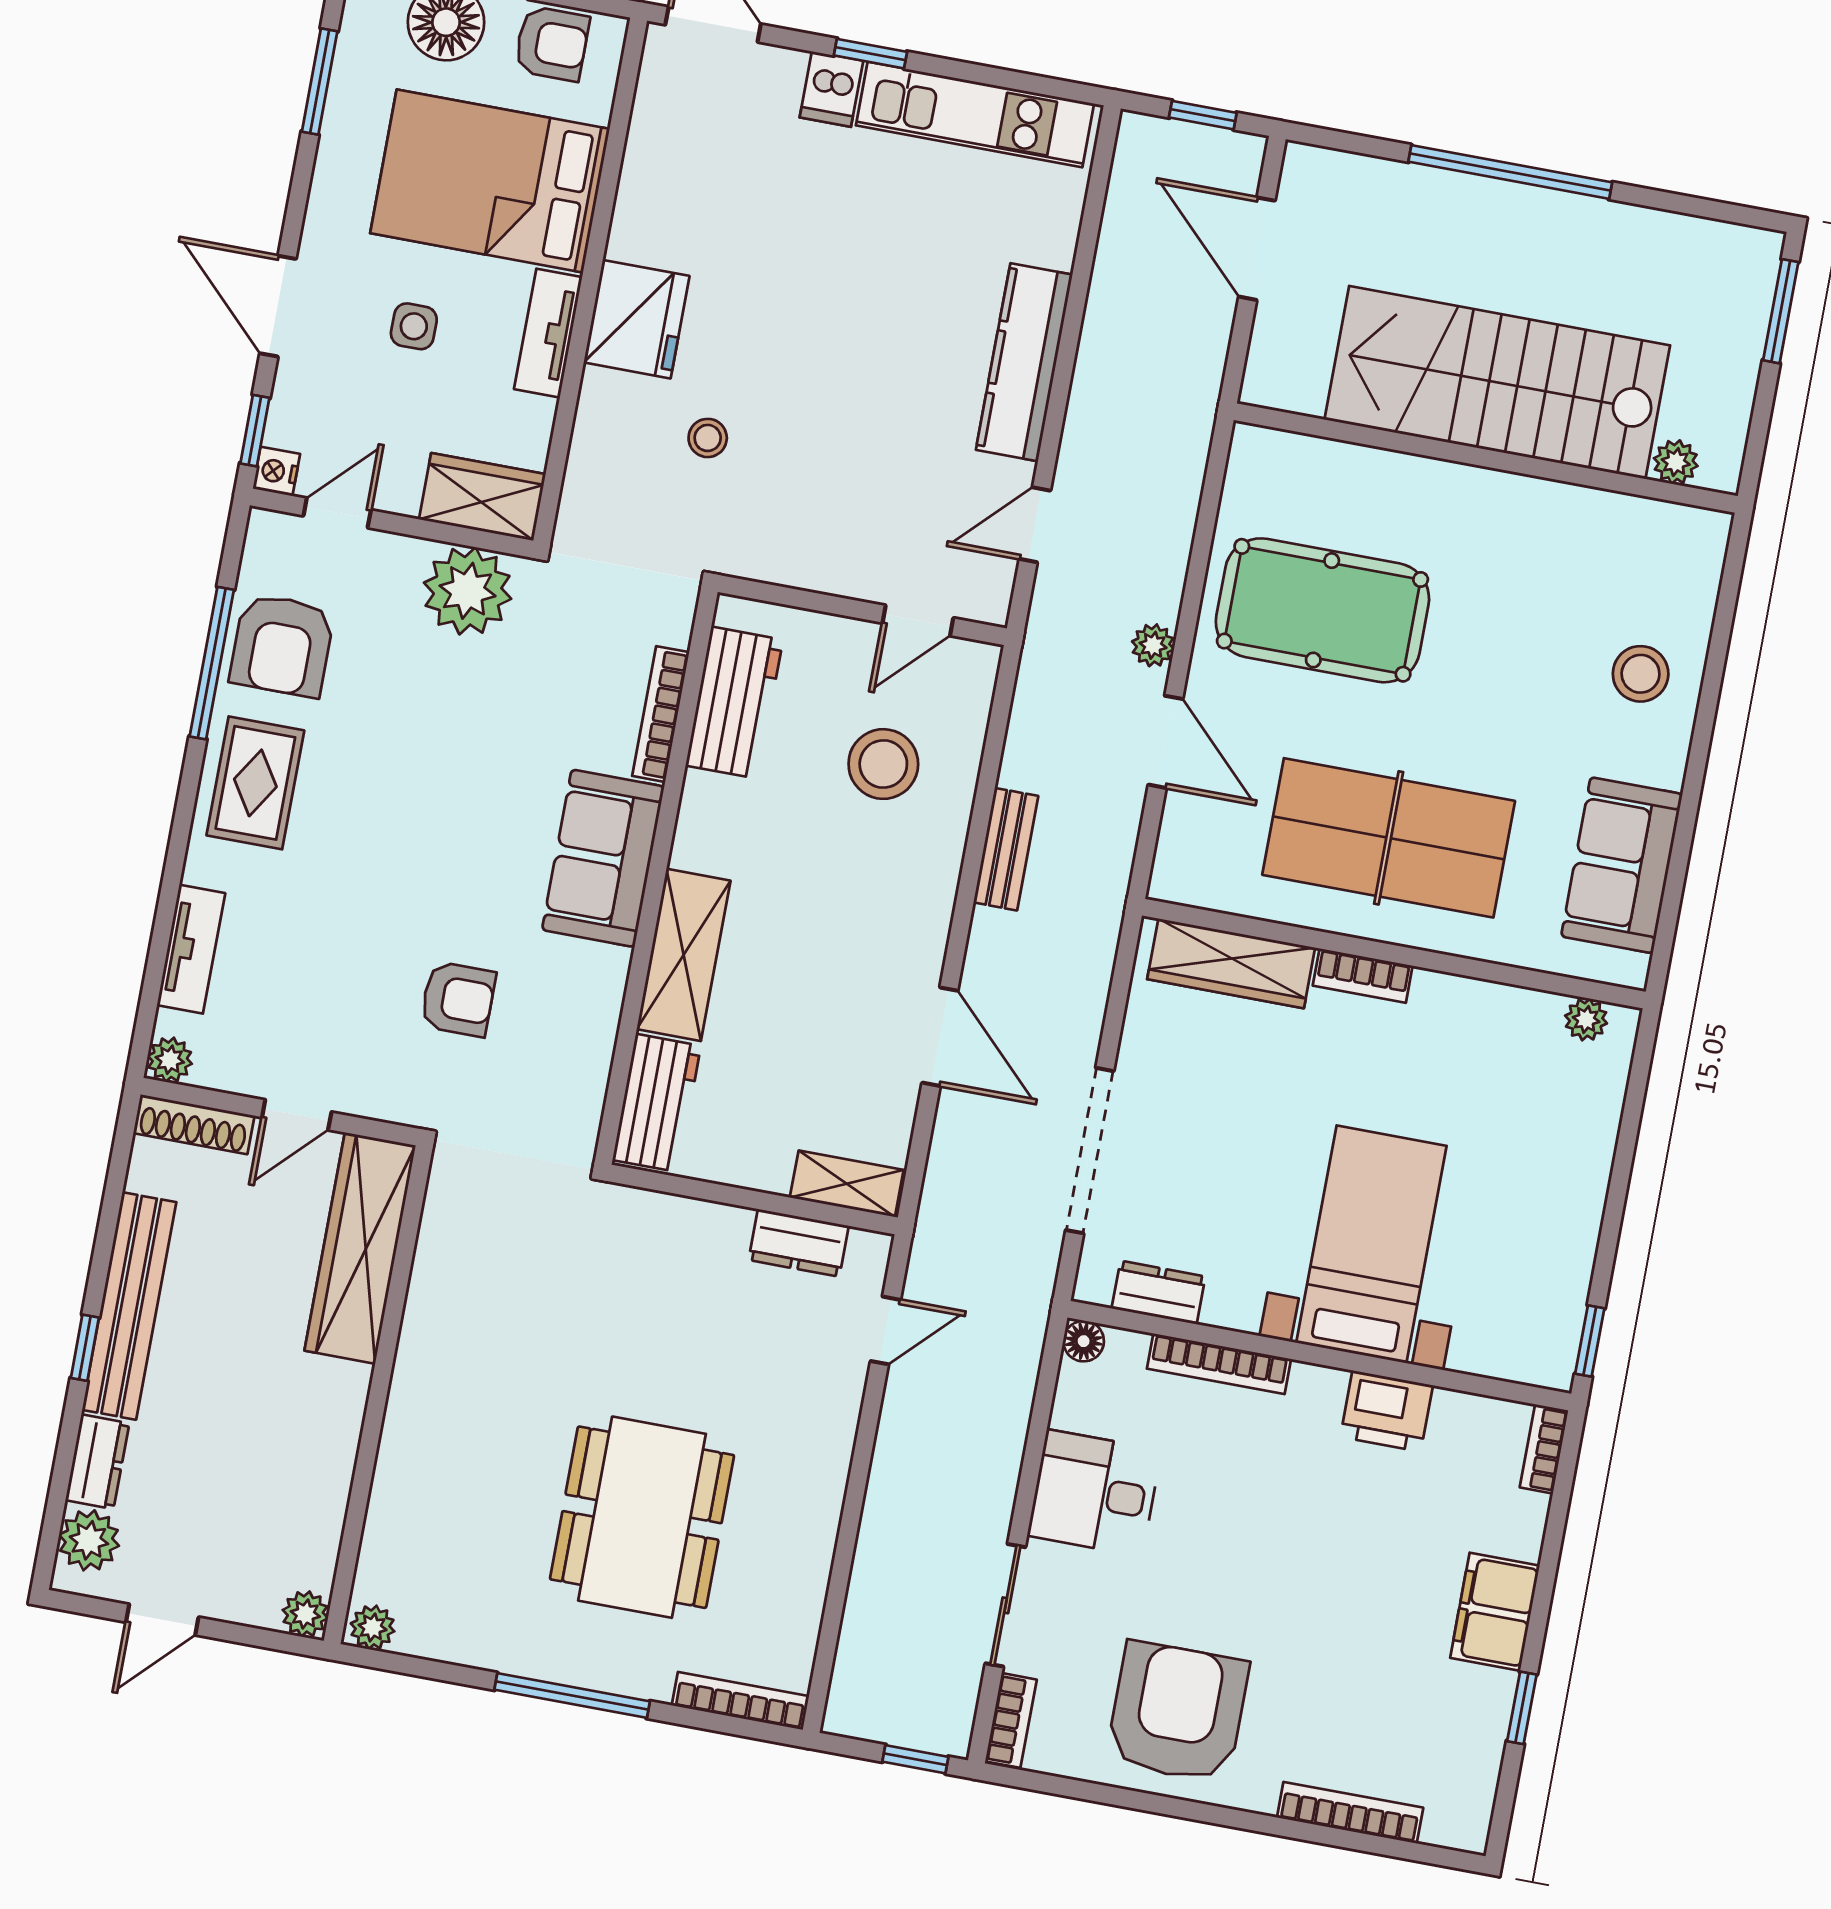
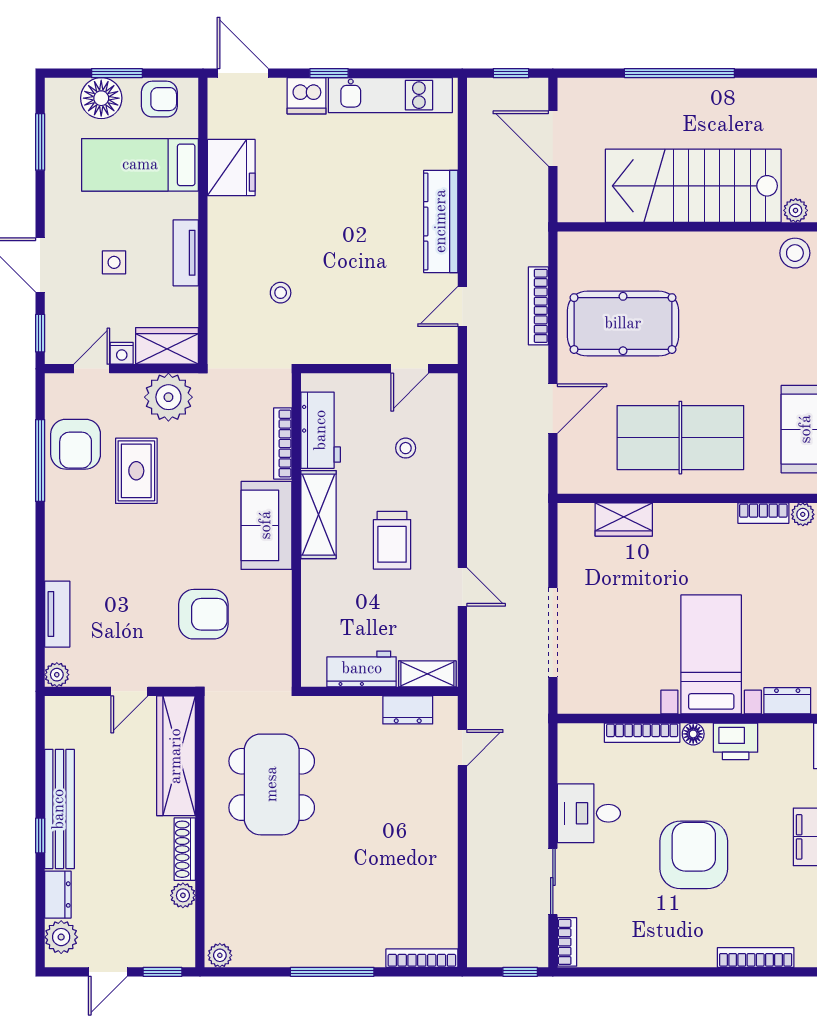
dishwasher: (831, 89) -> (307, 96), width x1.38
bed: (490, 181) -> (140, 165), width x0.67
fridge: (637, 319) -> (231, 168), moved
nightstand: (276, 471) -> (122, 353), moved, turned -90
bookcase: (1174, 549) -> (538, 306), added
plant: (1153, 645) -> (537, 359), removed
stool: (1641, 674) -> (795, 253), moved
door: (1165, 742) -> (553, 409), hinge flipped
stool: (883, 764) -> (406, 448), width x0.53, depth x0.53
rug: (255, 783) -> (136, 471), moved
bench: (1006, 849) -> (479, 481), removed
trolley: (827, 928) -> (392, 540), added
shelving: (684, 955) -> (319, 515), moved
wardrobe: (1231, 963) -> (624, 519), width x0.67
bookcase: (1363, 976) -> (763, 513), moved
armchair: (458, 999) -> (203, 614), width x1.38, depth x1.38
door: (940, 1037) -> (462, 587), width x0.73
workbench: (657, 1103) -> (362, 669), moved, turned -90
shoe rack: (194, 1124) -> (185, 849), moved, turned 90
dresser: (1158, 1292) -> (787, 701), moved
floor lamp: (1084, 1341) -> (693, 734), moved
dining table: (642, 1517) -> (272, 784), moved
plant: (305, 1614) -> (183, 895), moved
window: (262, 1638) -> (163, 972), added
armchair: (1177, 1712) -> (694, 855), moved

